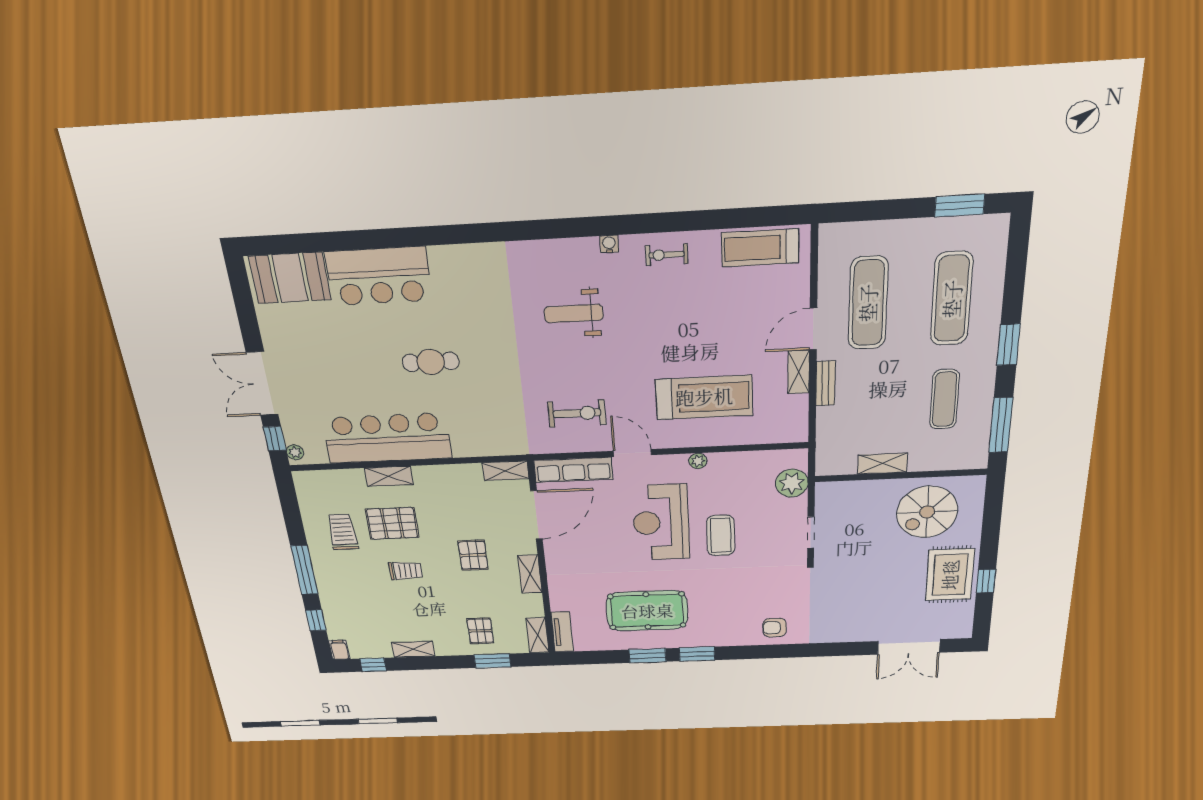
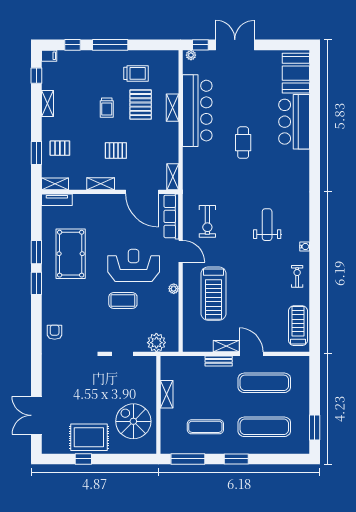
door: (632, 453) -> (181, 251), hinge flipped

